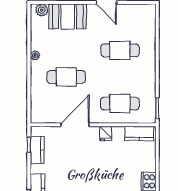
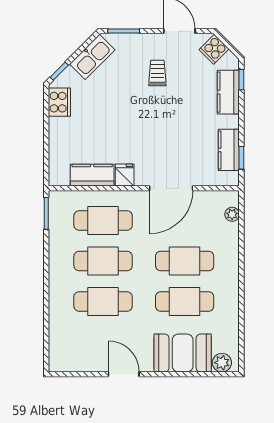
cafe table: (66, 50) -> (185, 301), added
plant: (35, 55) -> (232, 214), moved
cafe table: (120, 77) -> (103, 261), added
kitchen counter: (139, 133) -> (92, 175), moved

